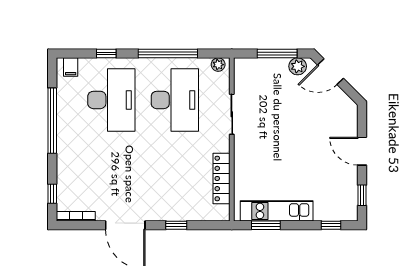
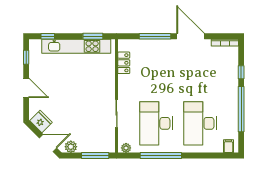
window: (106, 54) -> (204, 156), removed
window: (277, 54) -> (95, 156), moved
fridge: (341, 103) -> (41, 121), added
locker: (221, 178) -> (124, 63), width x0.66
window: (52, 194) -> (241, 72), moved
kitchen unit: (277, 211) -> (76, 46), width x1.36
window: (176, 225) -> (155, 36), width x2.17

